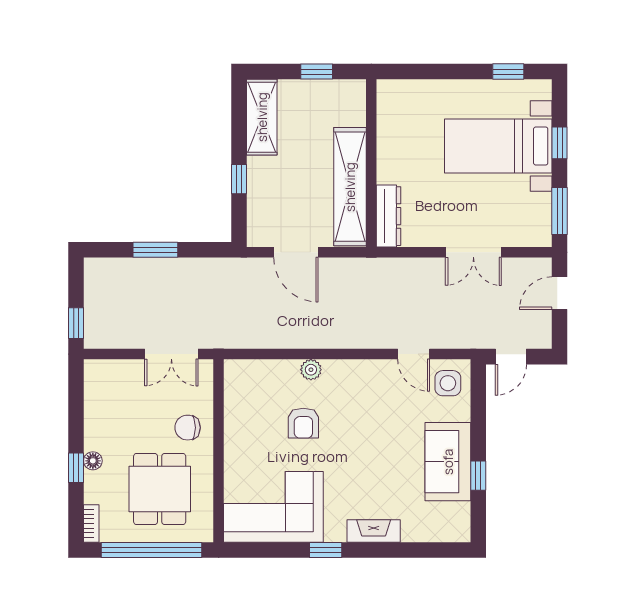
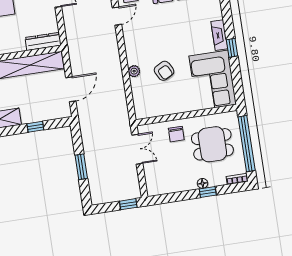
armchair: (303, 423) -> (164, 71), turned 62
fireplace: (374, 531) -> (219, 35), moved

